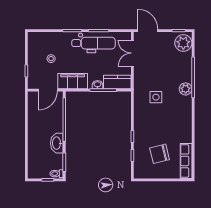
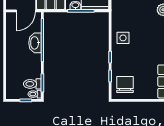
side table: (156, 97) -> (123, 38), moved
washbasin: (57, 143) -> (35, 43), moved
chair: (160, 154) -> (125, 84), moved, turned 104
toilet: (54, 163) -> (32, 84), added

